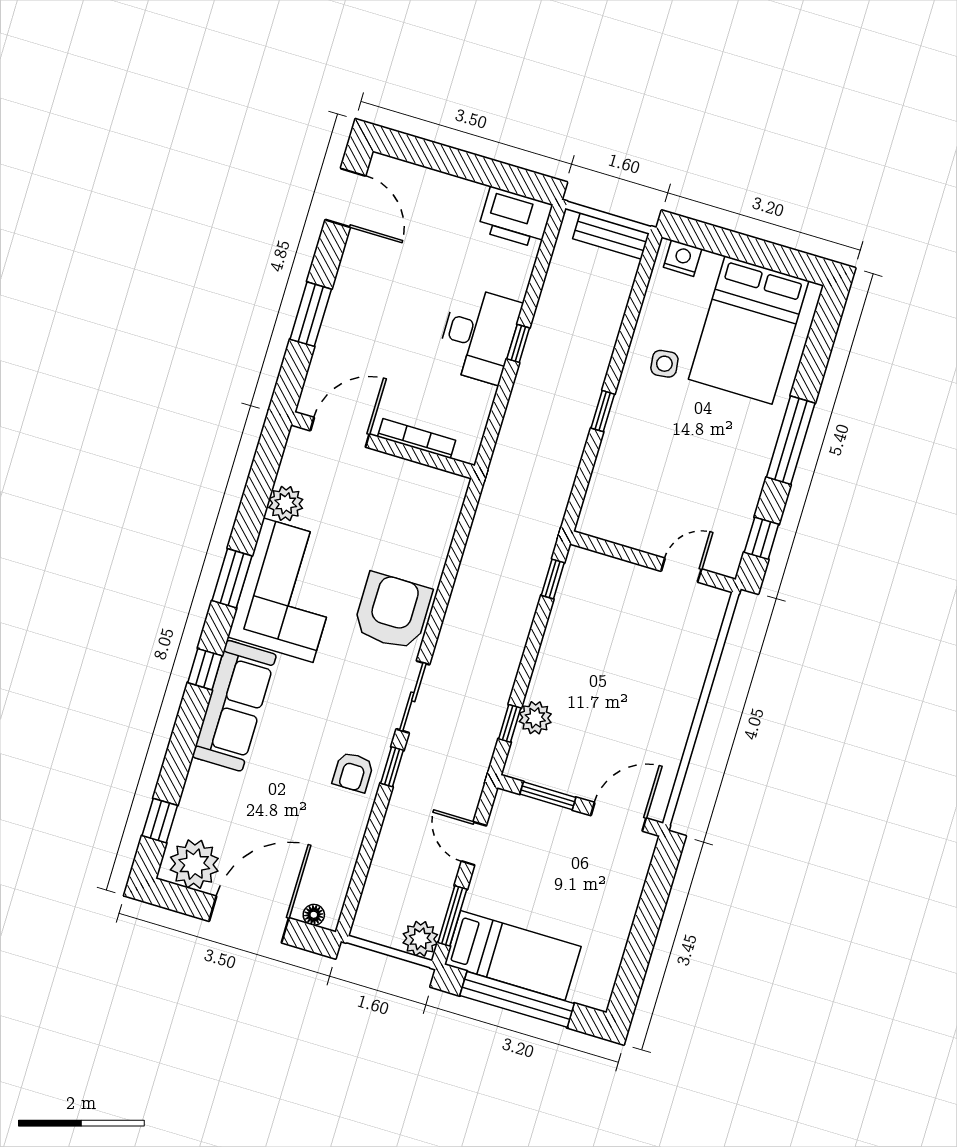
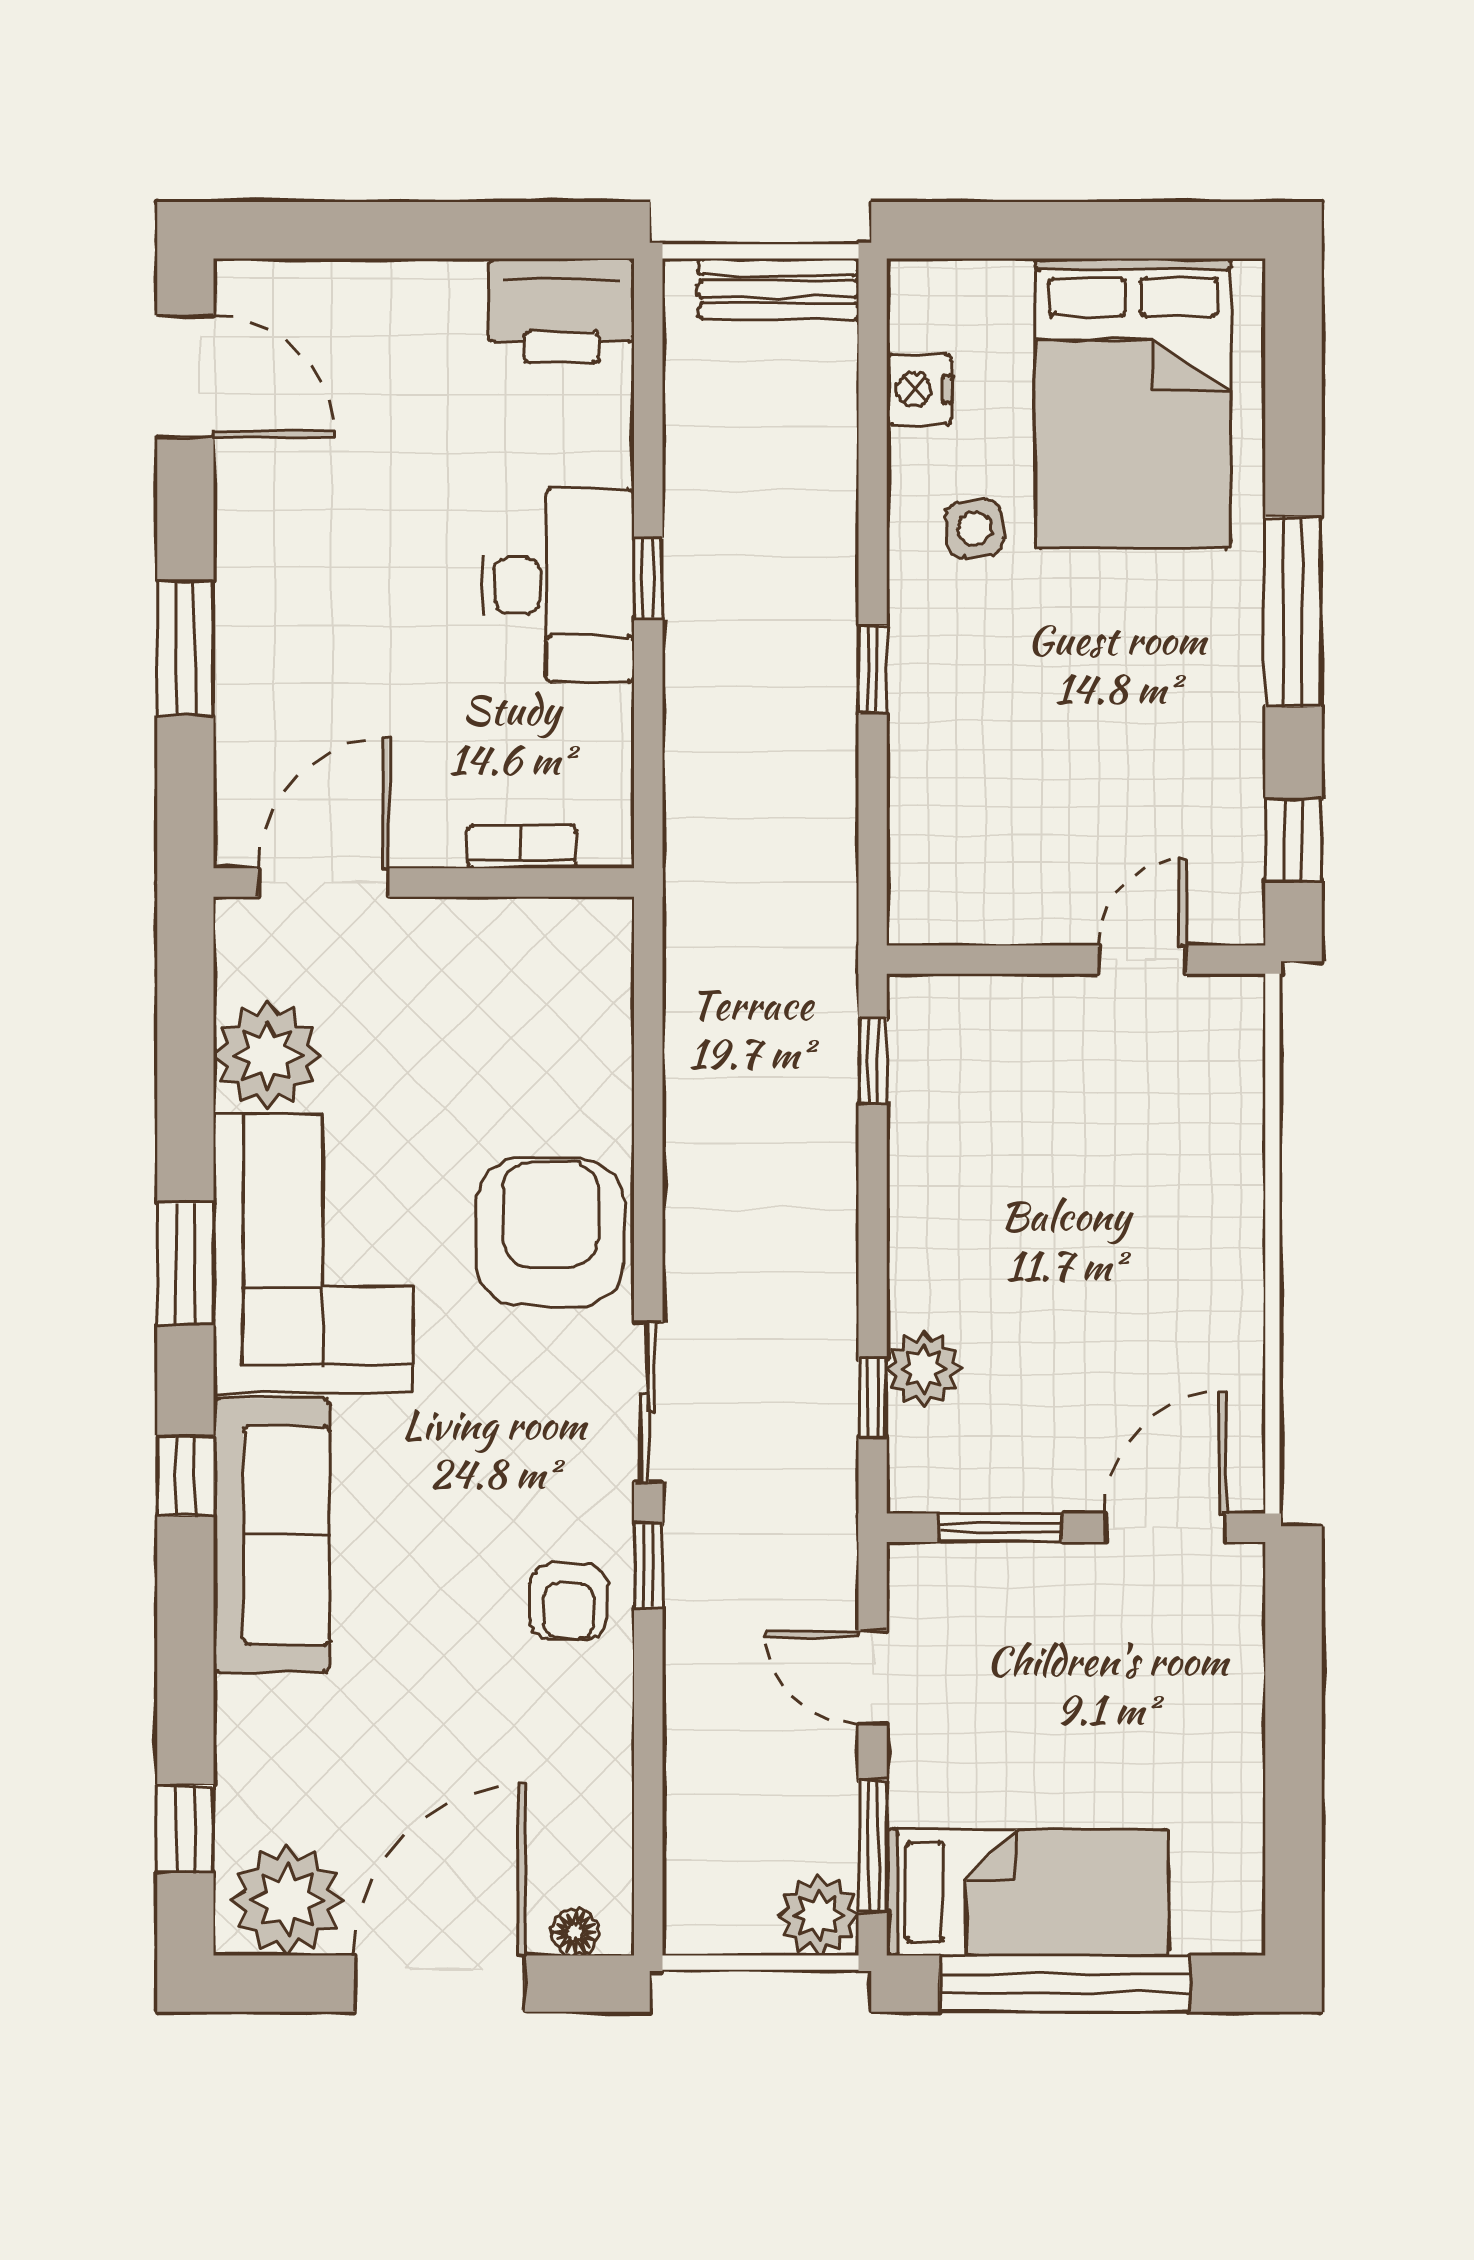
nightstand: (683, 258) -> (919, 390), moved, turned -90
bookcase: (417, 439) -> (522, 847), width x0.64
plant: (286, 503) -> (267, 1055), width x1.36, depth x1.36

